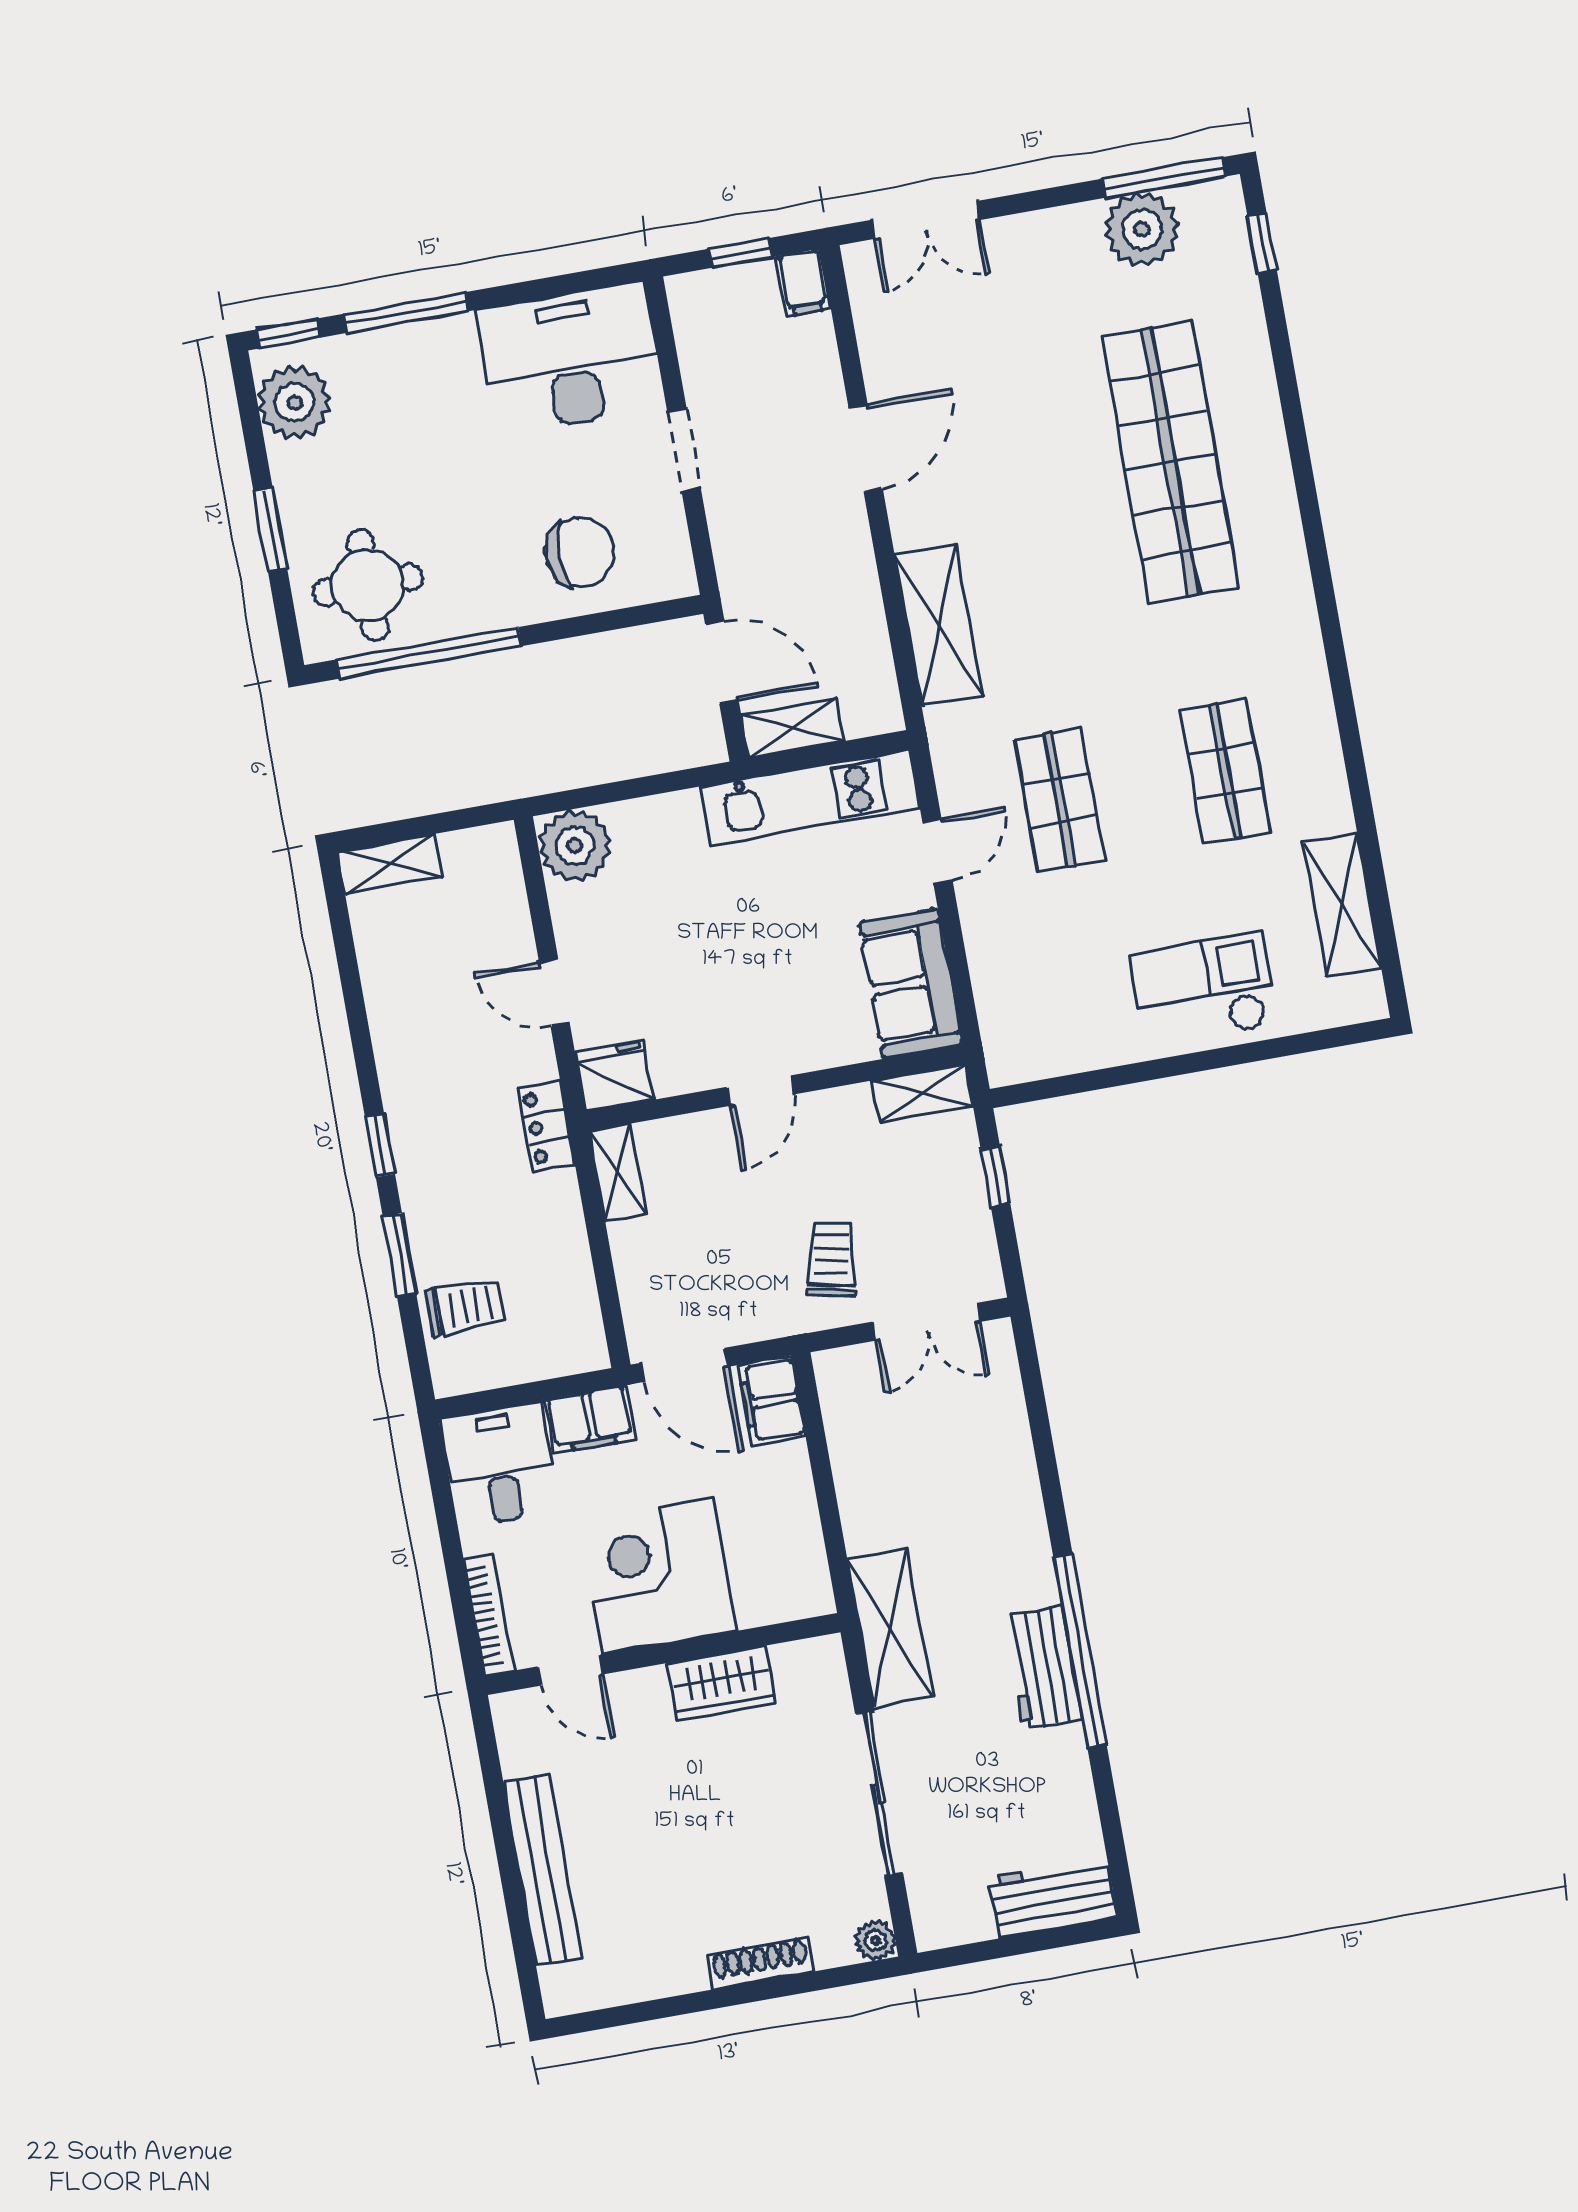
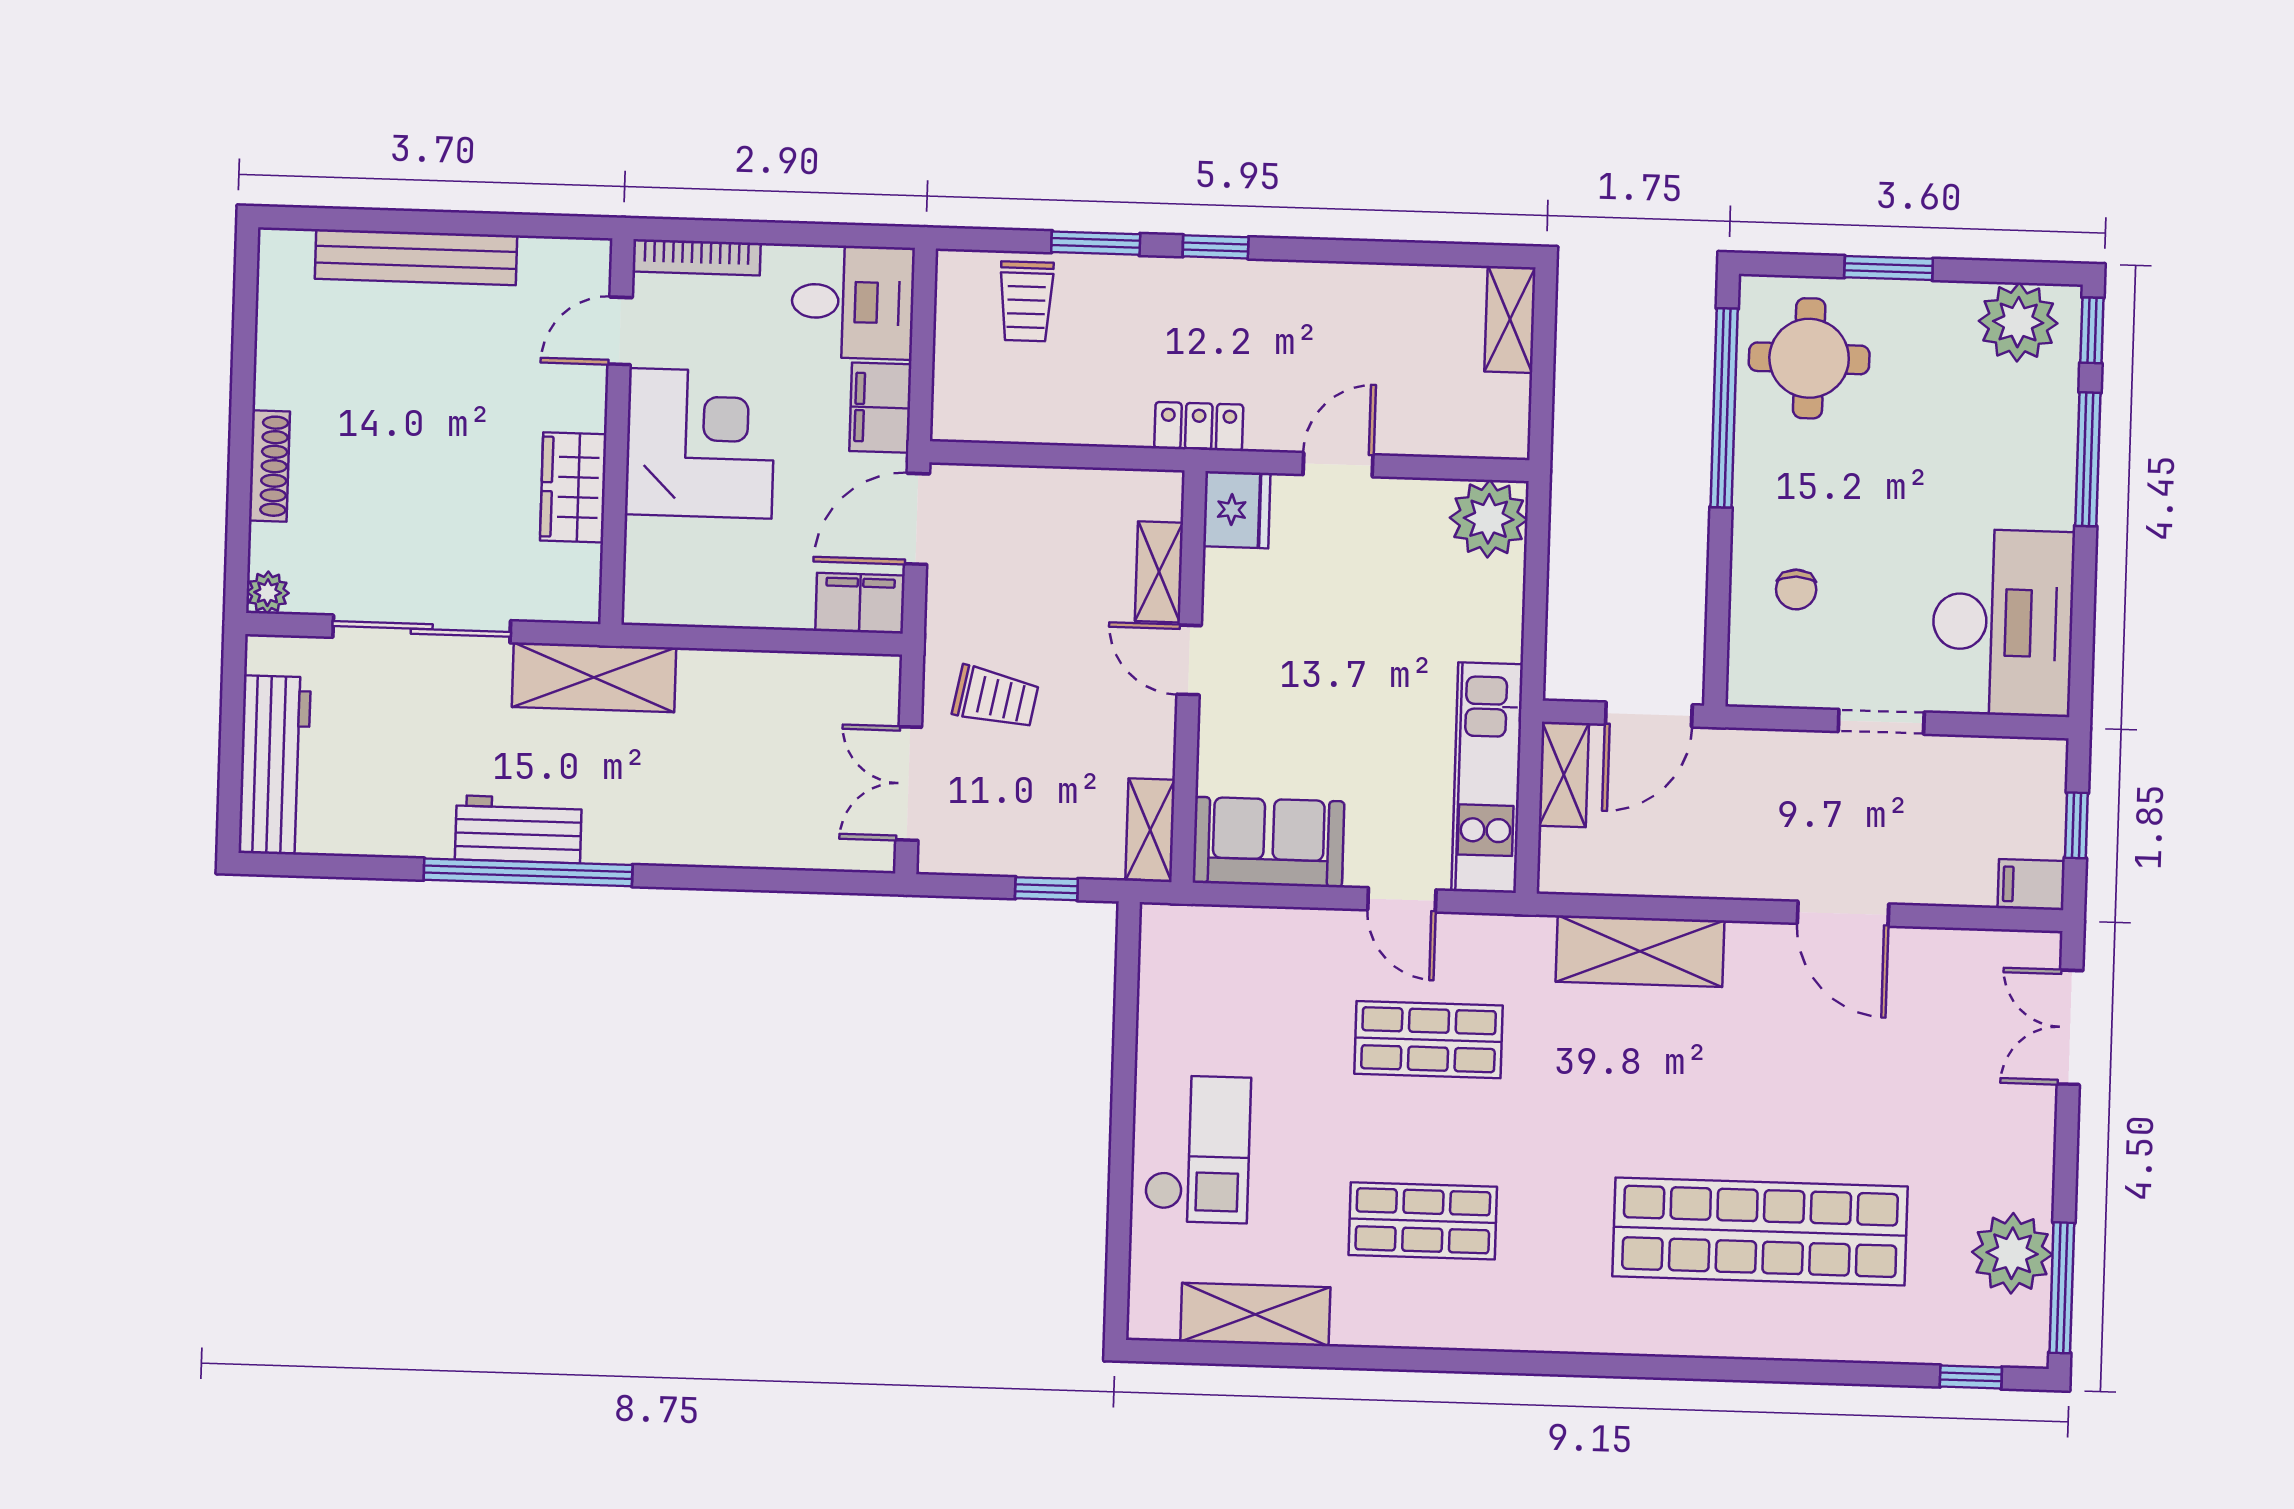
chair: (580, 553) -> (1796, 589), width x0.54, depth x0.54
shelving: (618, 1173) -> (1159, 572), moved, turned 90
workbench: (1053, 1897) -> (275, 765), width x1.38

